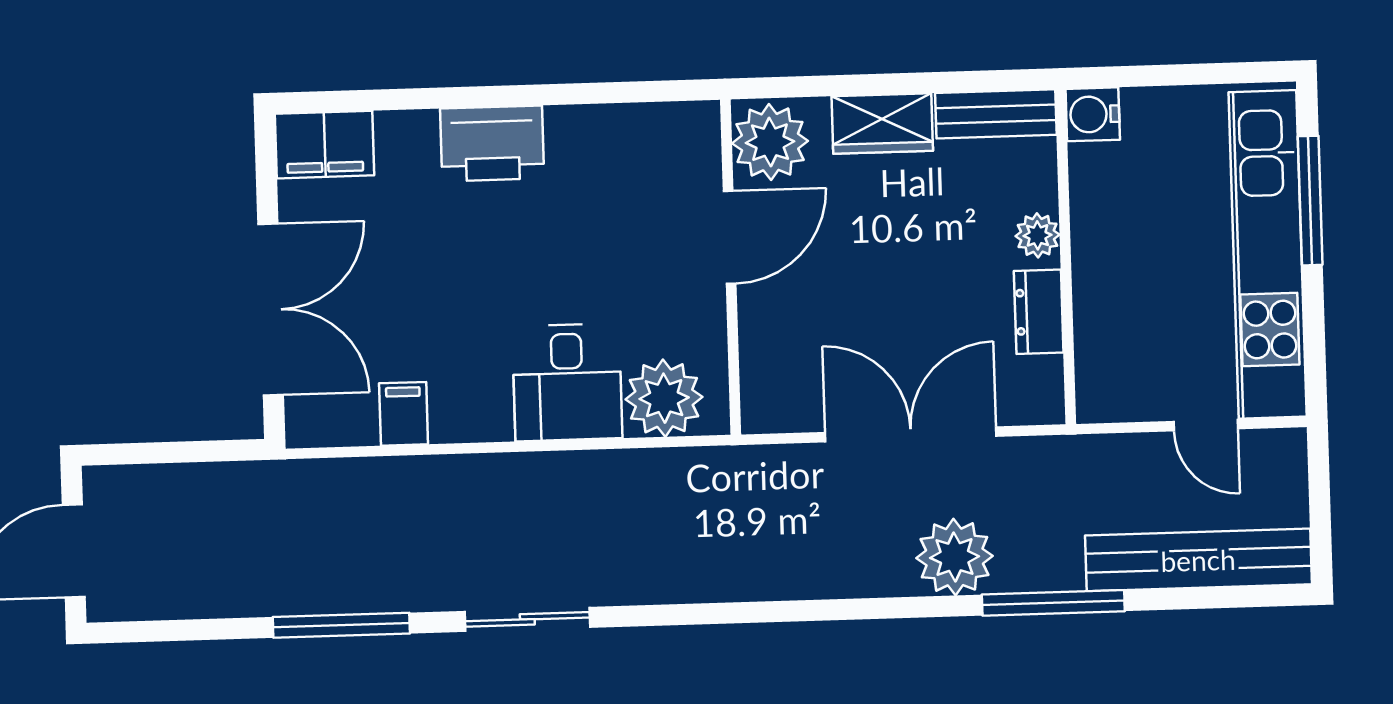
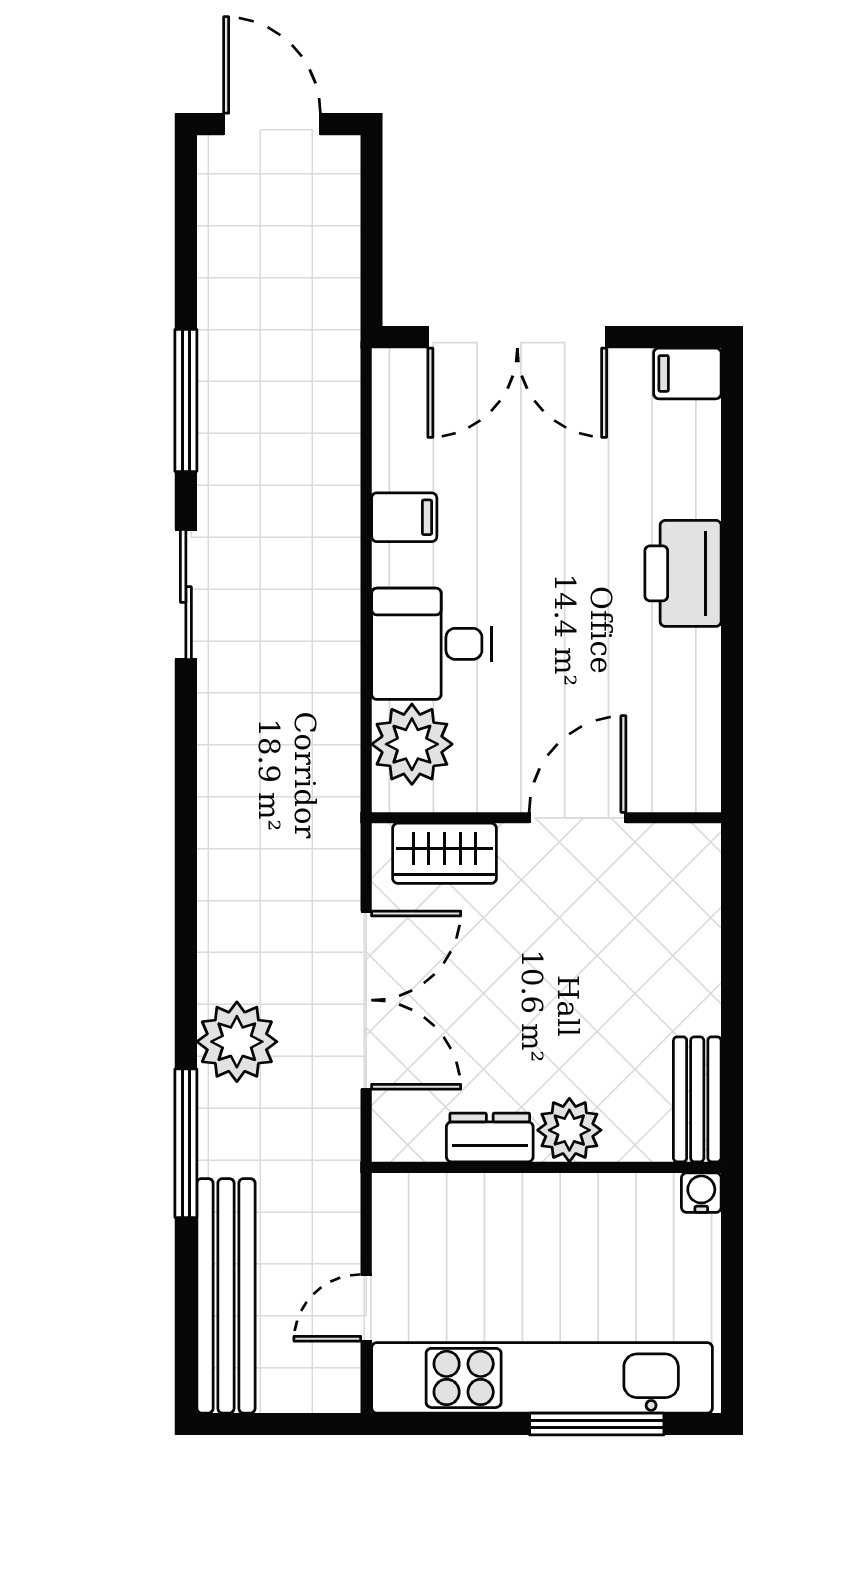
water cooler: (1093, 114) -> (701, 1193), width x0.72, depth x0.72
wardrobe: (882, 123) -> (445, 853), moved, turned -90
plant: (770, 142) -> (675, 863), removed
filing cabinet: (325, 145) -> (687, 373), width x0.50
plant: (1037, 235) -> (569, 1130), width x1.38, depth x1.38
door: (730, 237) -> (578, 818), swing flipped
filing cabinet: (404, 414) -> (404, 517), moved

